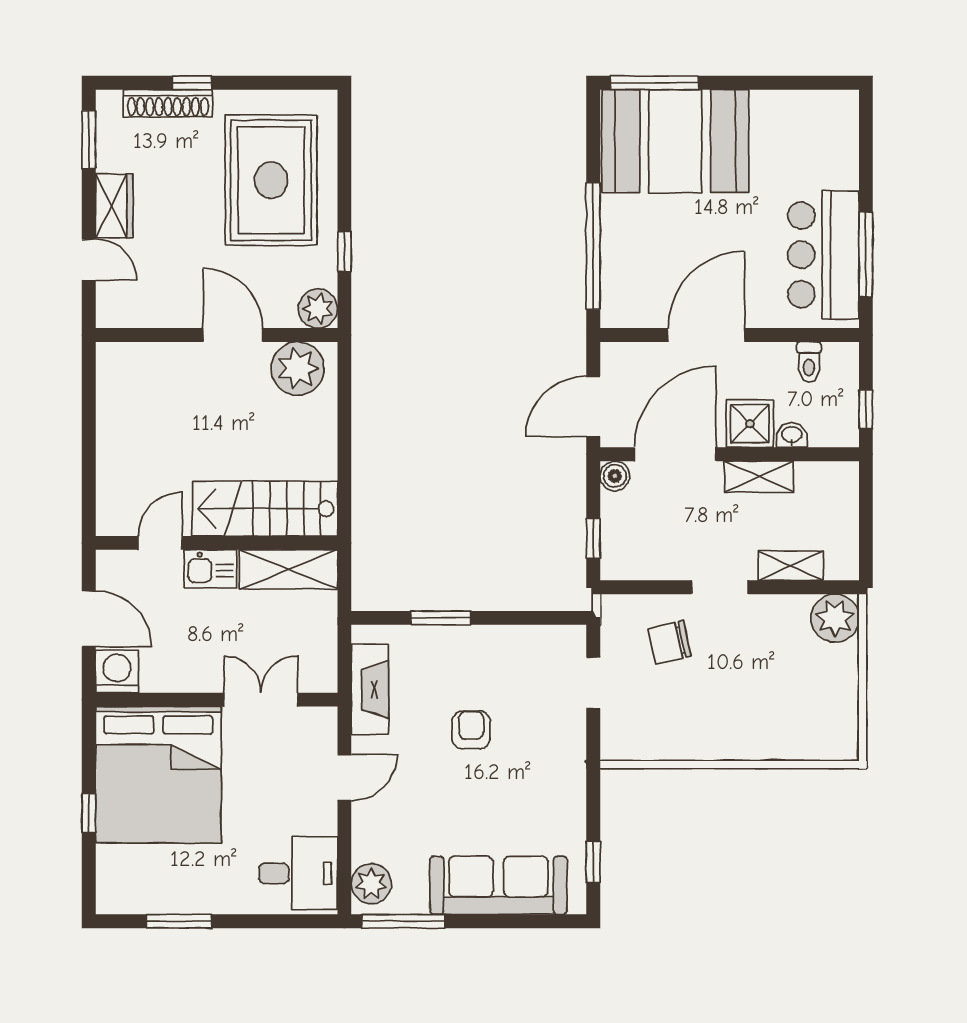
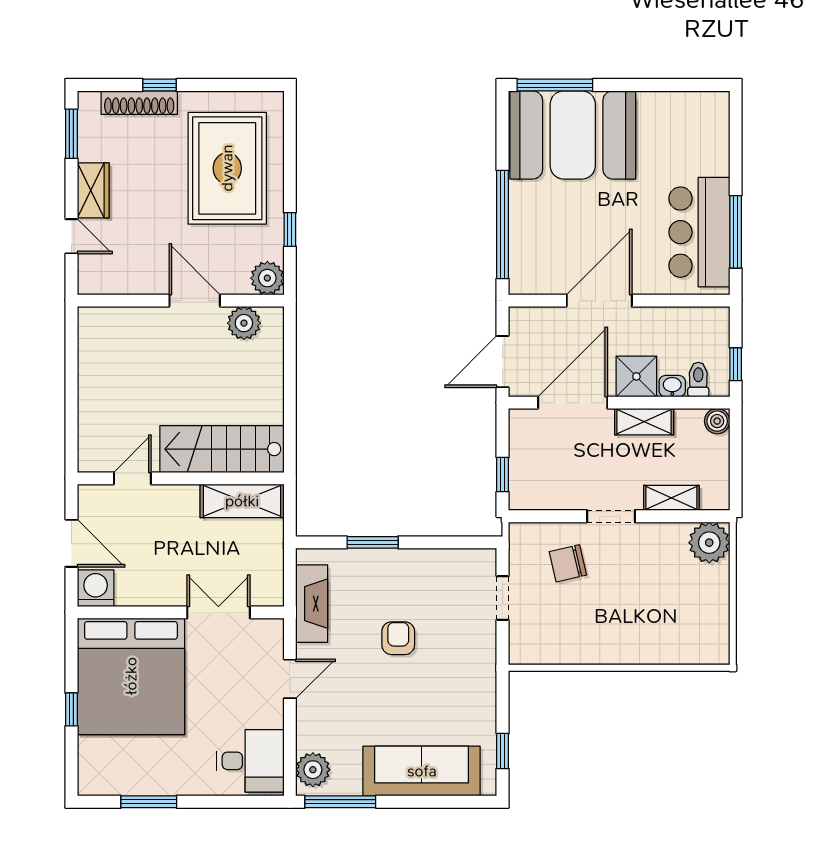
toilet: (809, 362) -> (698, 380), moved, turned 180
plant: (298, 368) -> (244, 323), width x0.73, depth x0.73
boiler: (615, 476) -> (717, 421), moved
kitchen sink: (210, 569) -> (175, 500), removed

